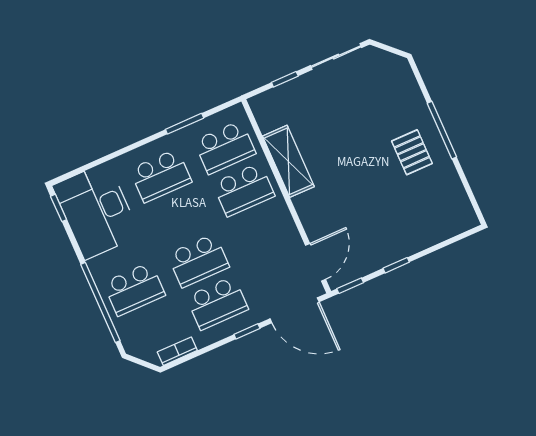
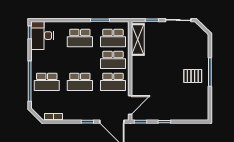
pallet: (412, 152) -> (193, 76), turned 90
shelving: (288, 161) -> (138, 40), moved
desk: (96, 211) -> (42, 36), width x0.73, depth x0.77
school desk: (217, 303) -> (113, 82), moved

